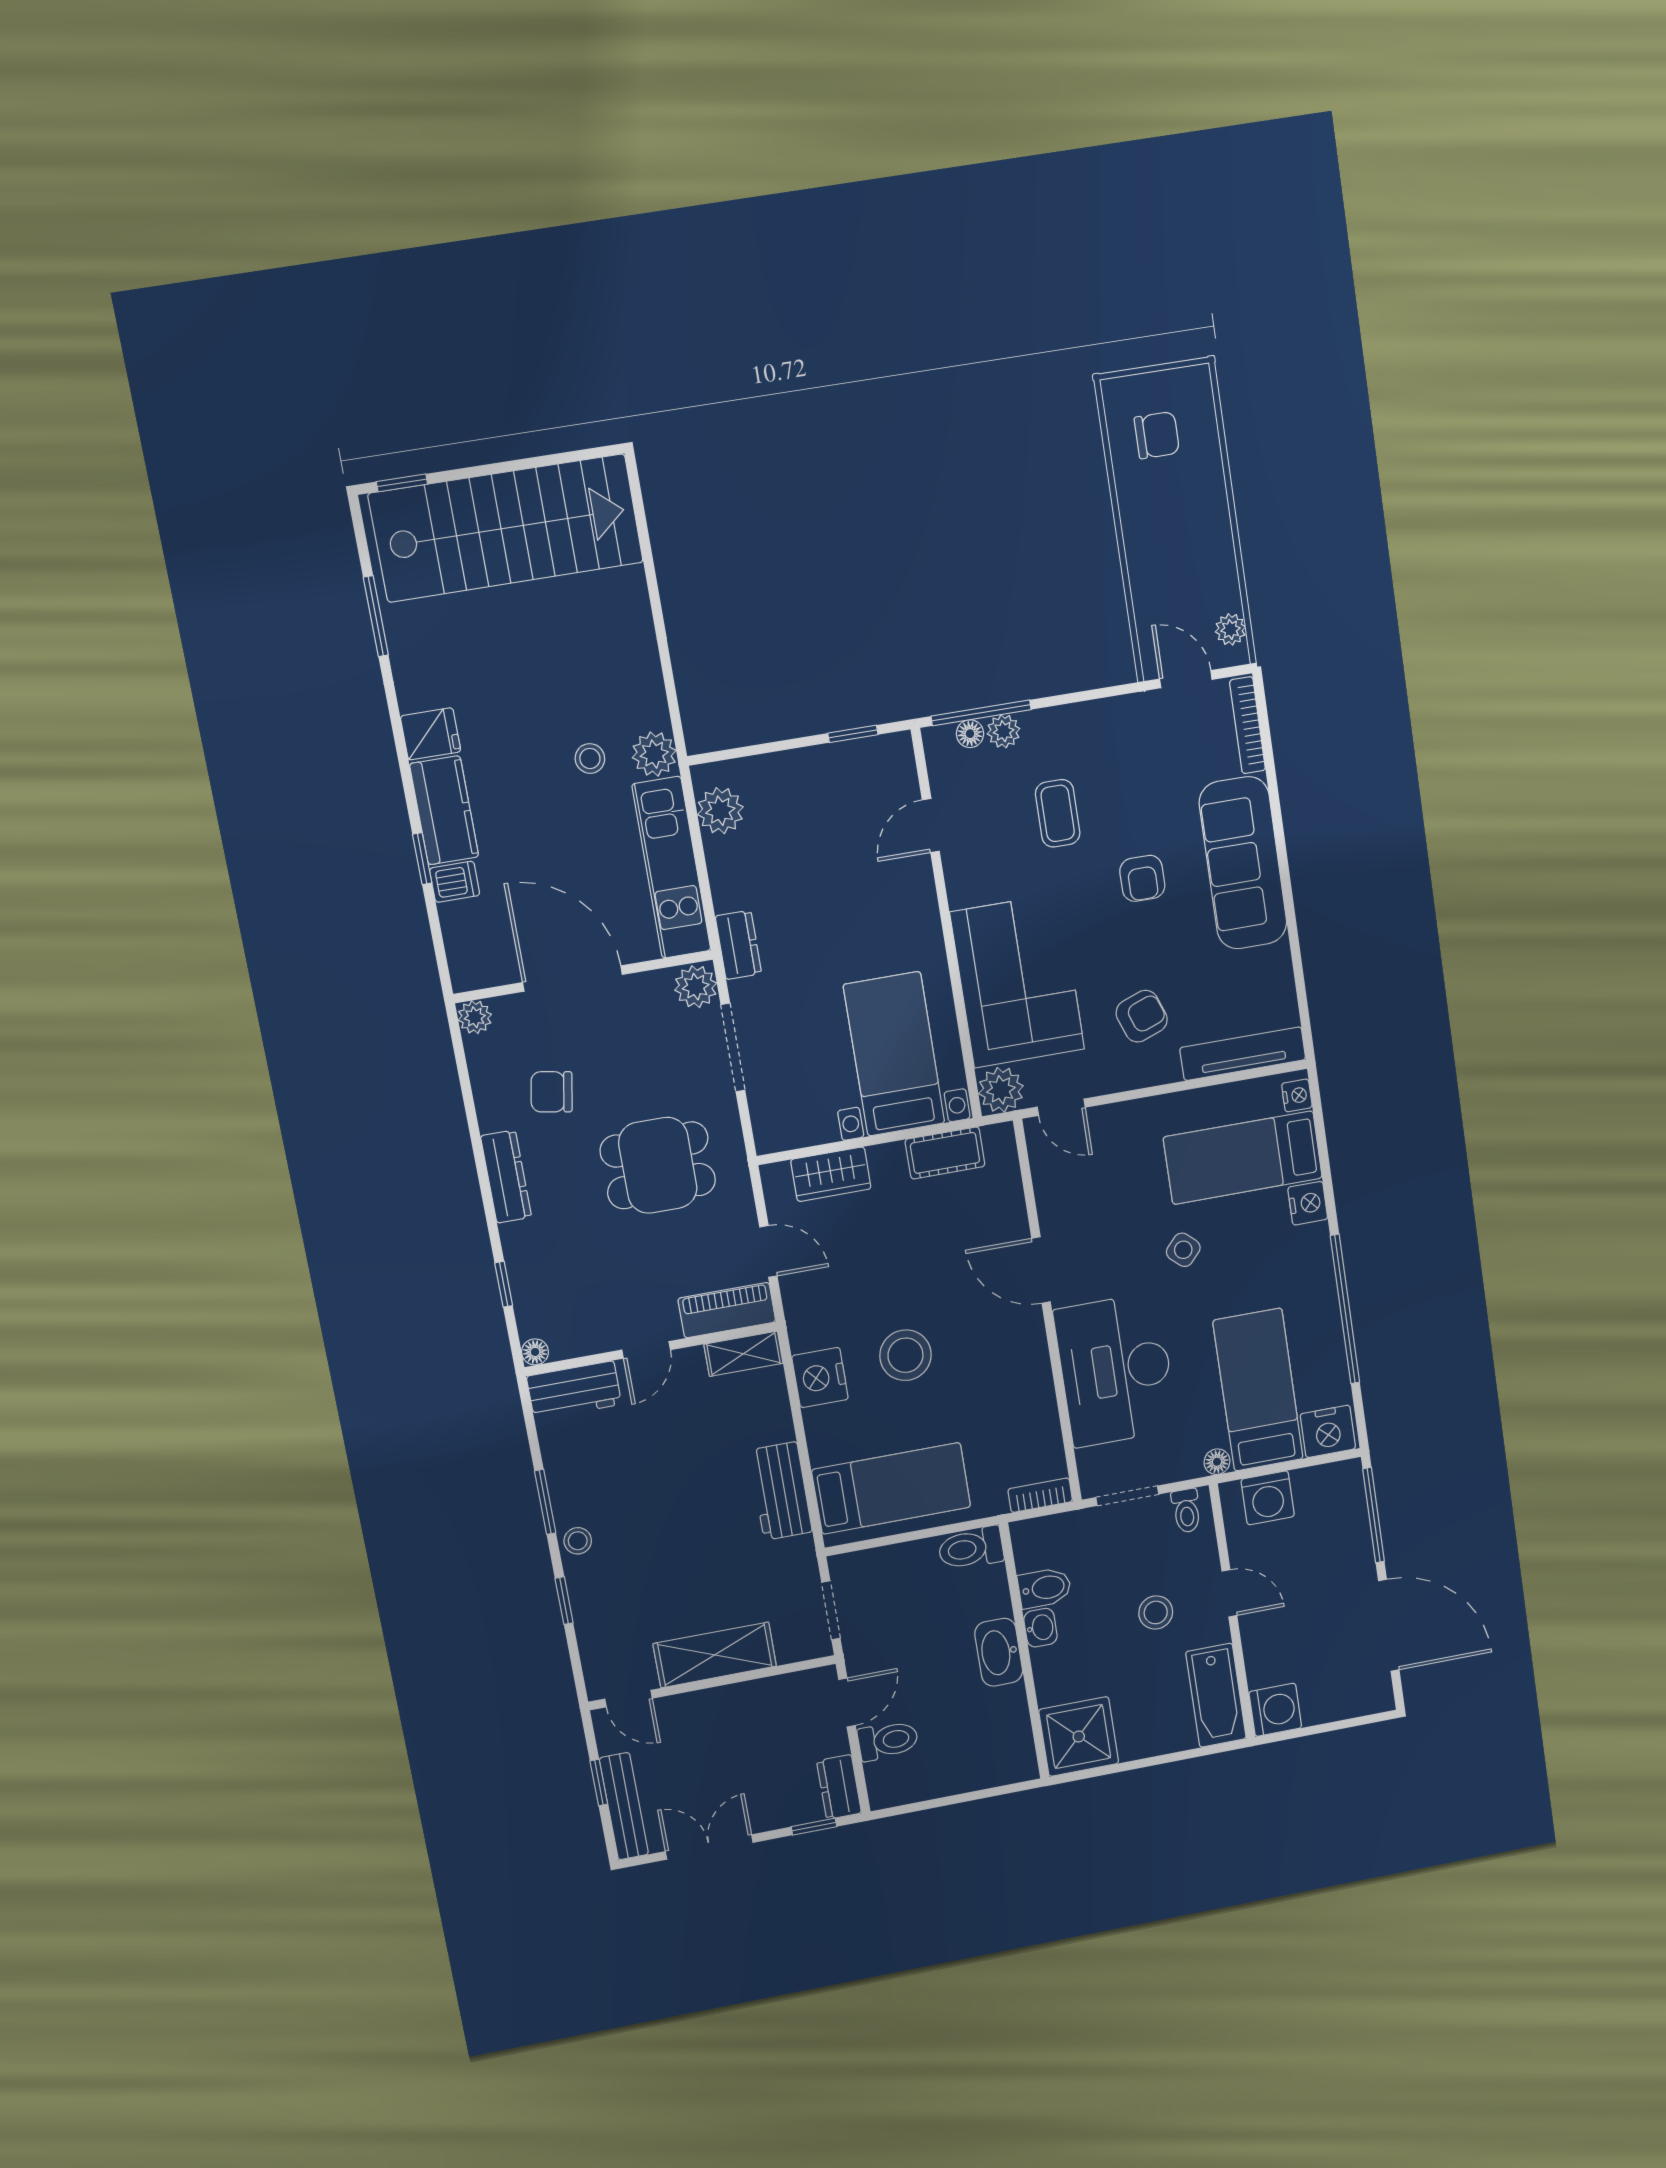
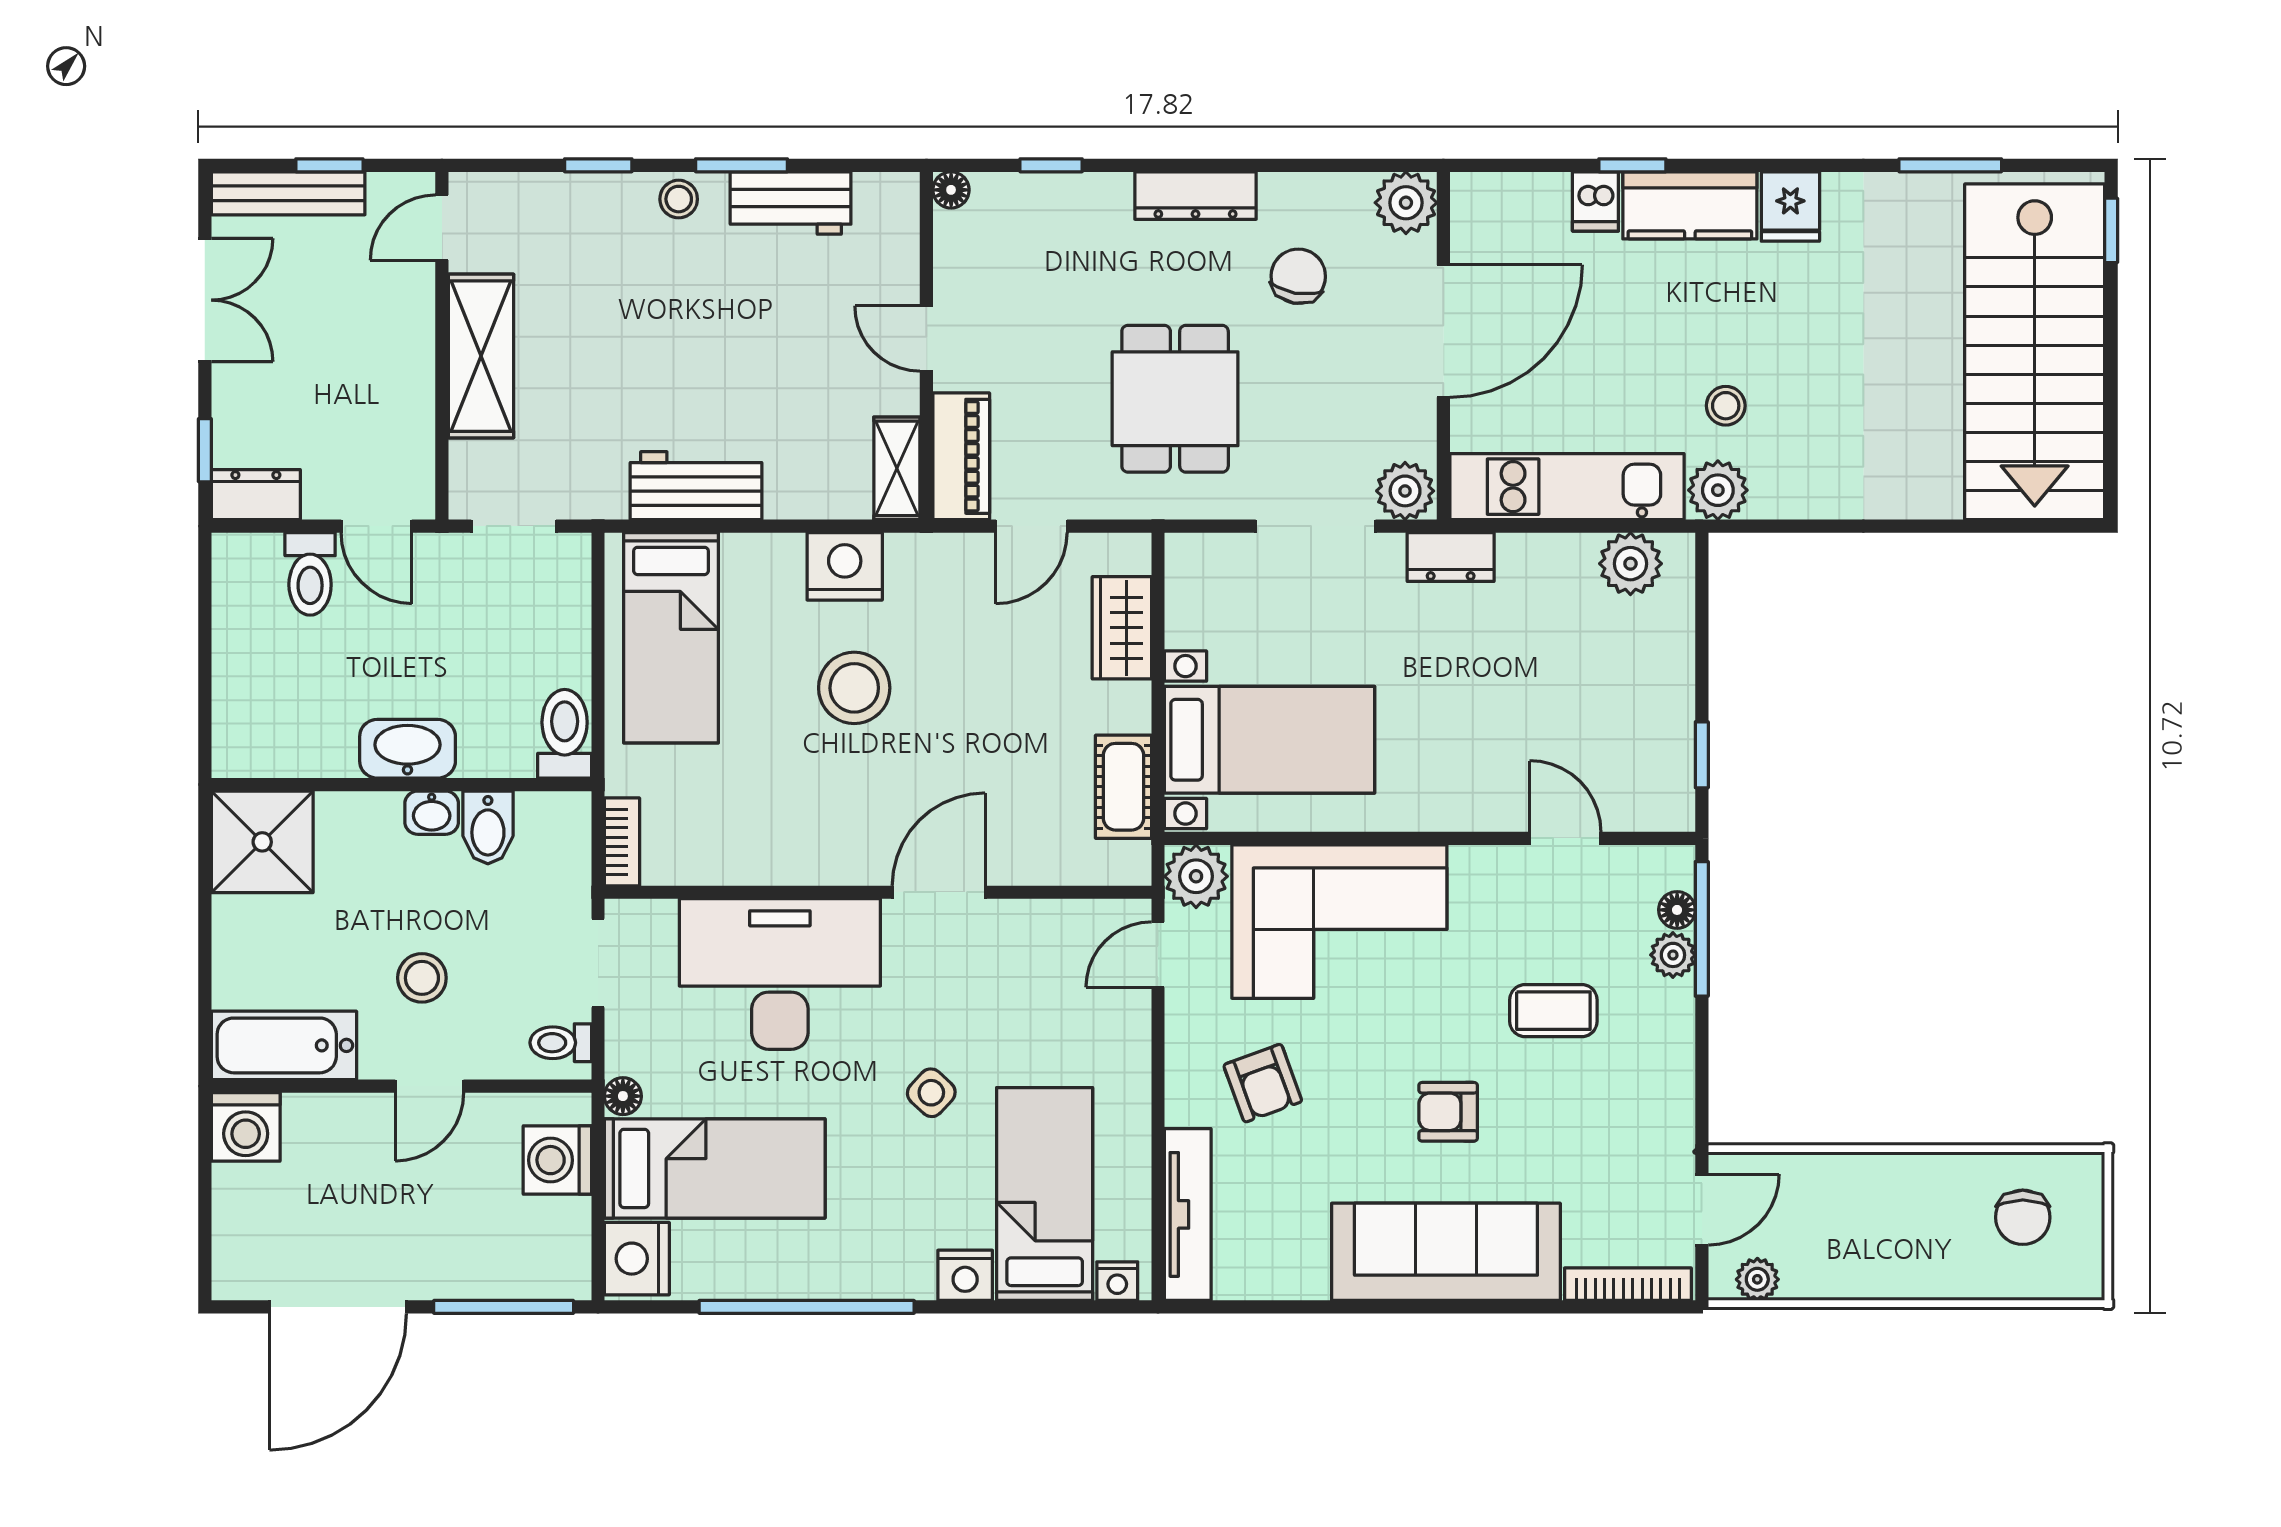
plant: (475, 1017) -> (1406, 203), width x1.38, depth x1.38
workbench: (574, 1390) -> (791, 203), moved, turned -90

